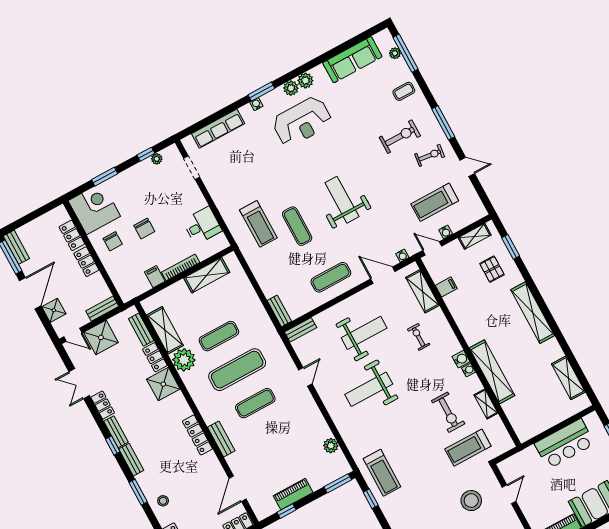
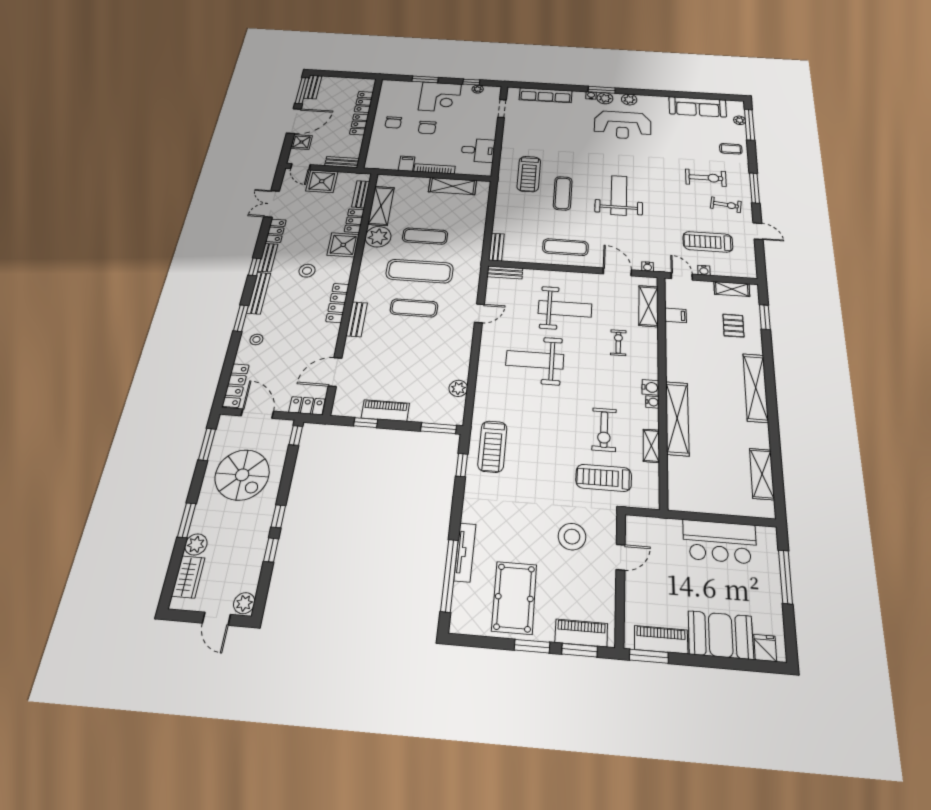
plant: (305, 81) -> (605, 98), moved
corner desk: (94, 208) -> (440, 97), moved, turned 90
stool: (154, 423) -> (307, 271), added
bench: (131, 460) -> (259, 293), width x1.36

